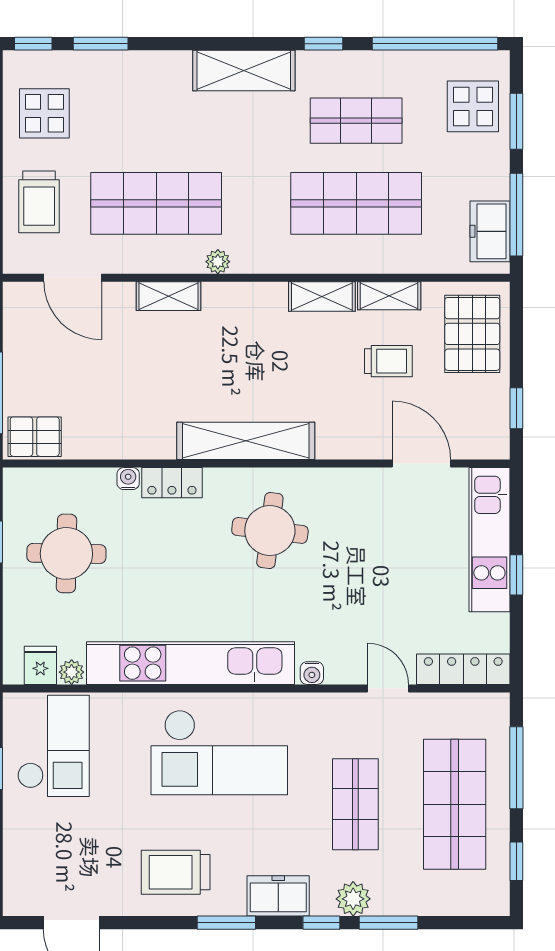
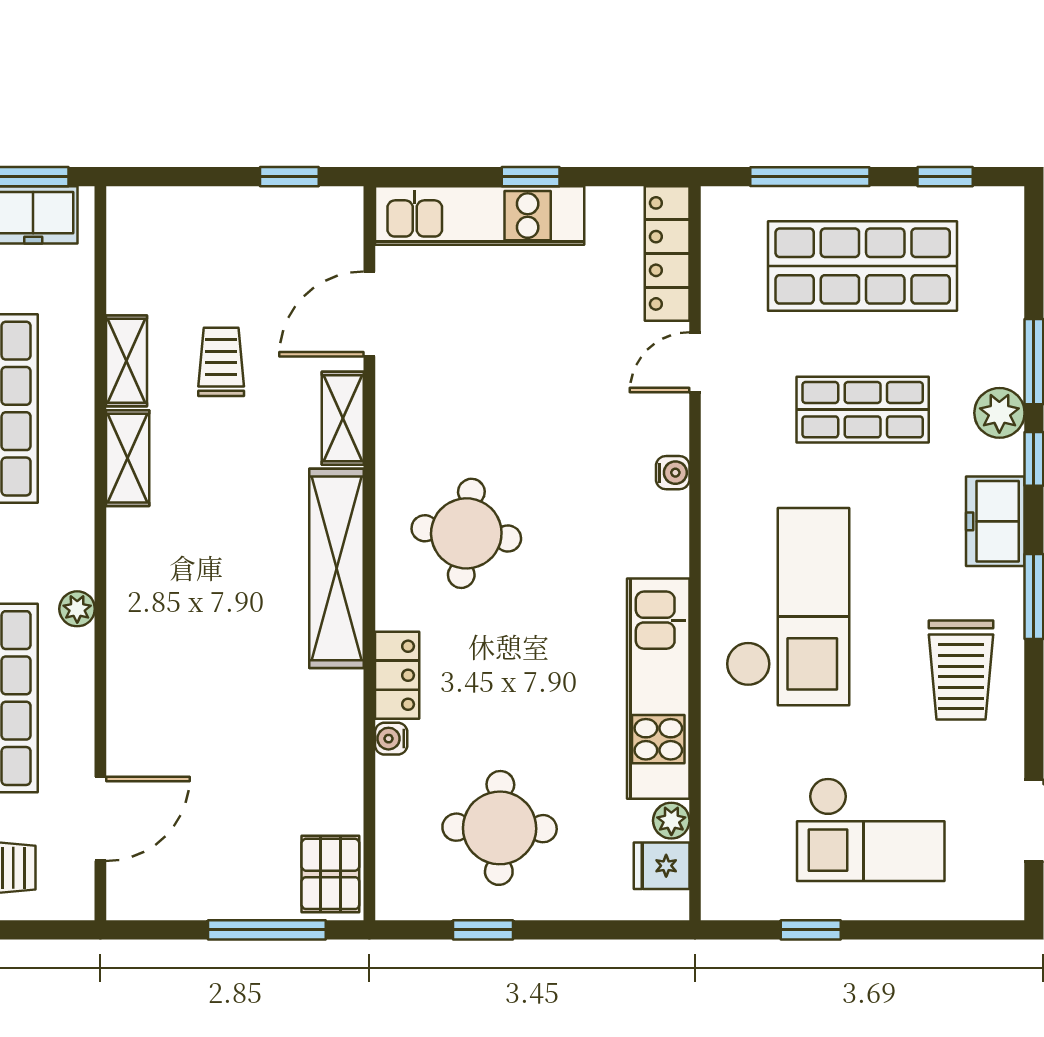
shelving: (168, 296) -> (343, 418), moved
pallet: (472, 334) -> (182, 240), removed
kitchen unit: (190, 663) -> (658, 689), width x0.73
checkout: (53, 746) -> (871, 829), moved, turned 180

